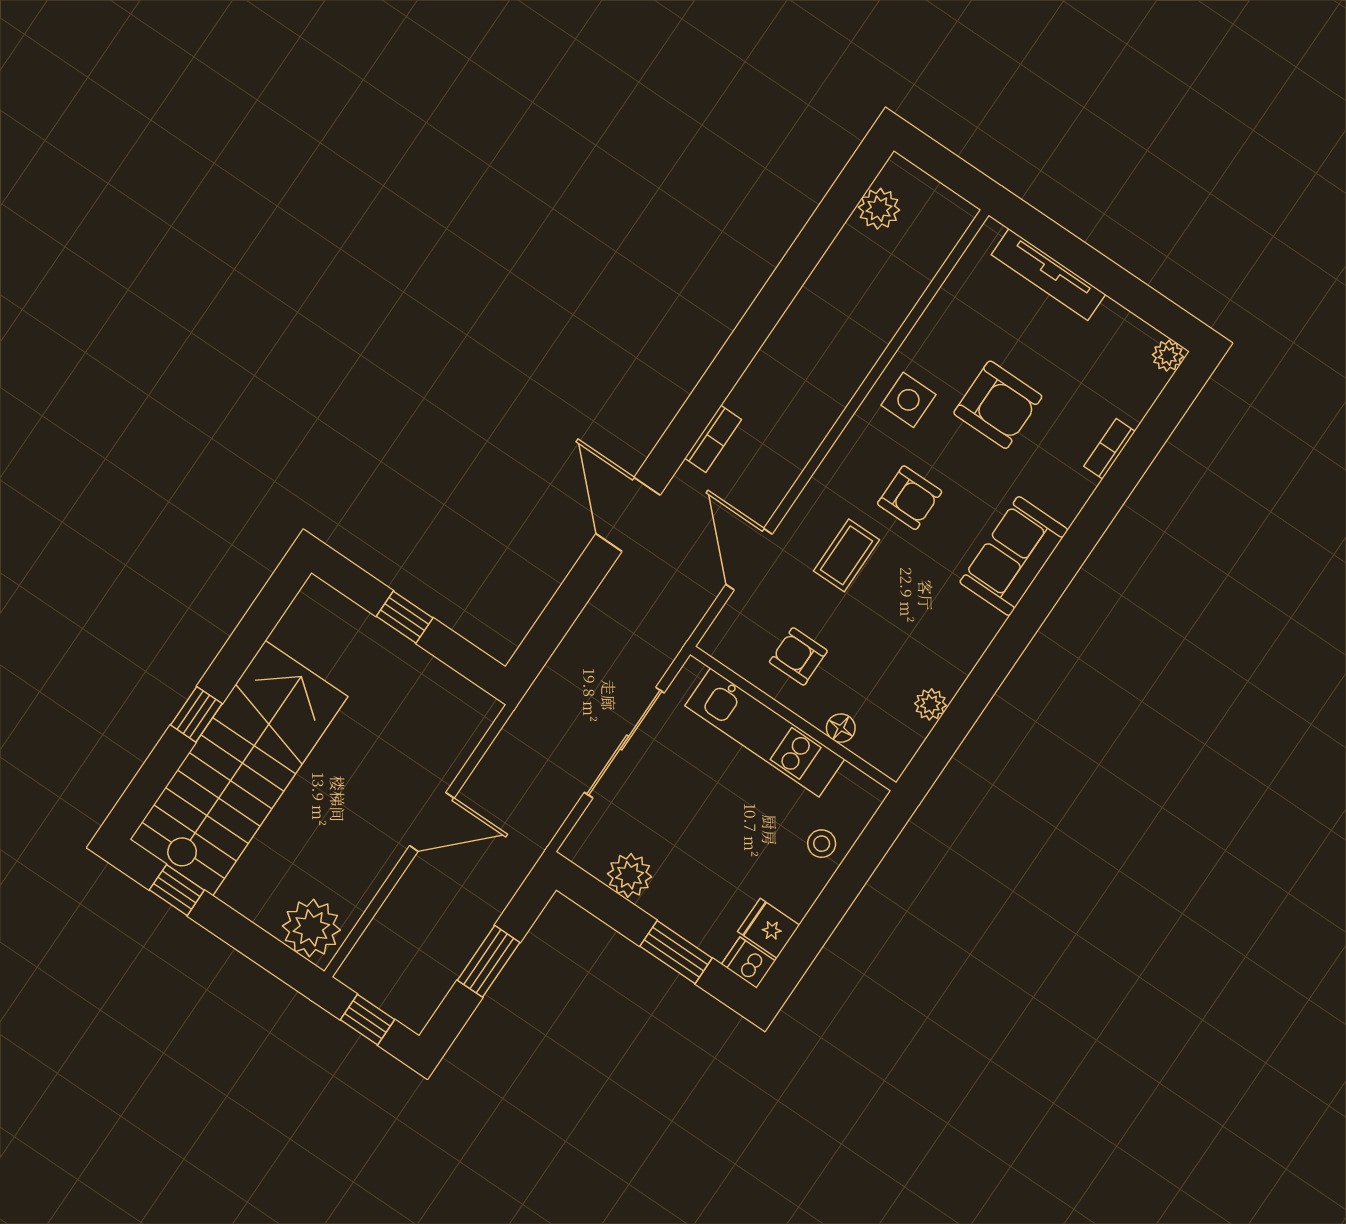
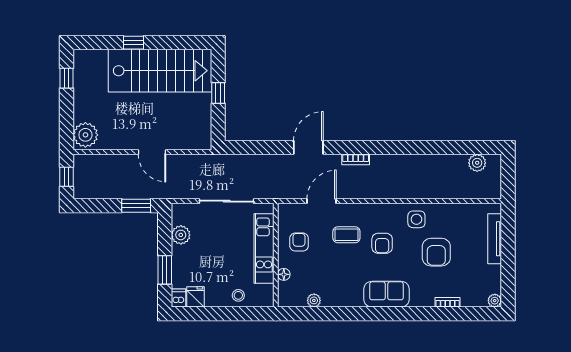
stairs: (239, 768) -> (160, 71), moved
window: (489, 961) -> (136, 206), moved

